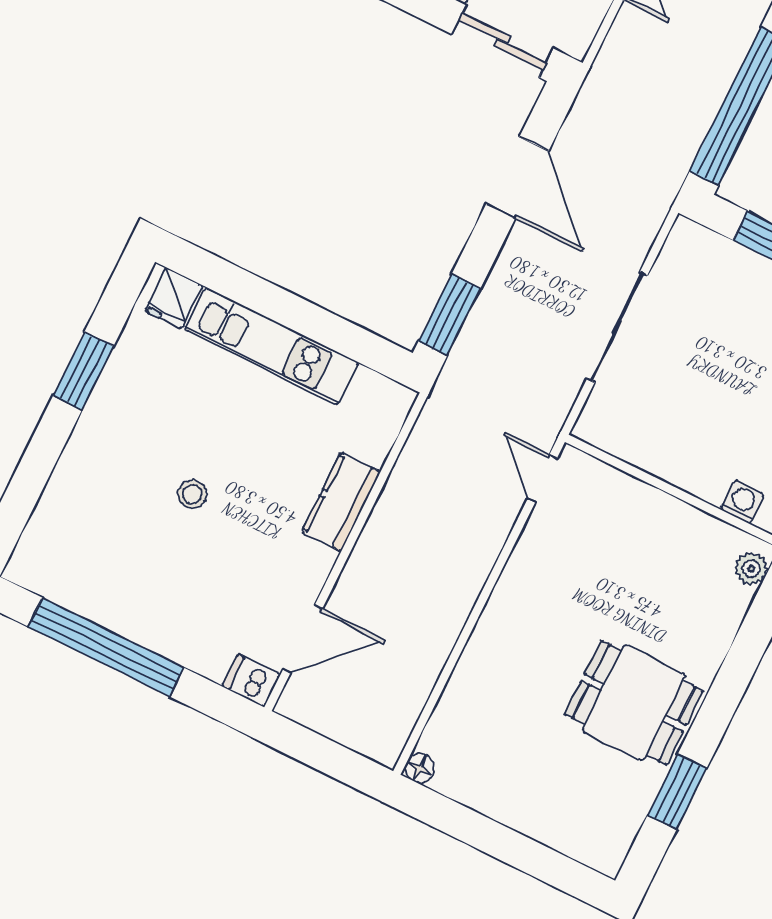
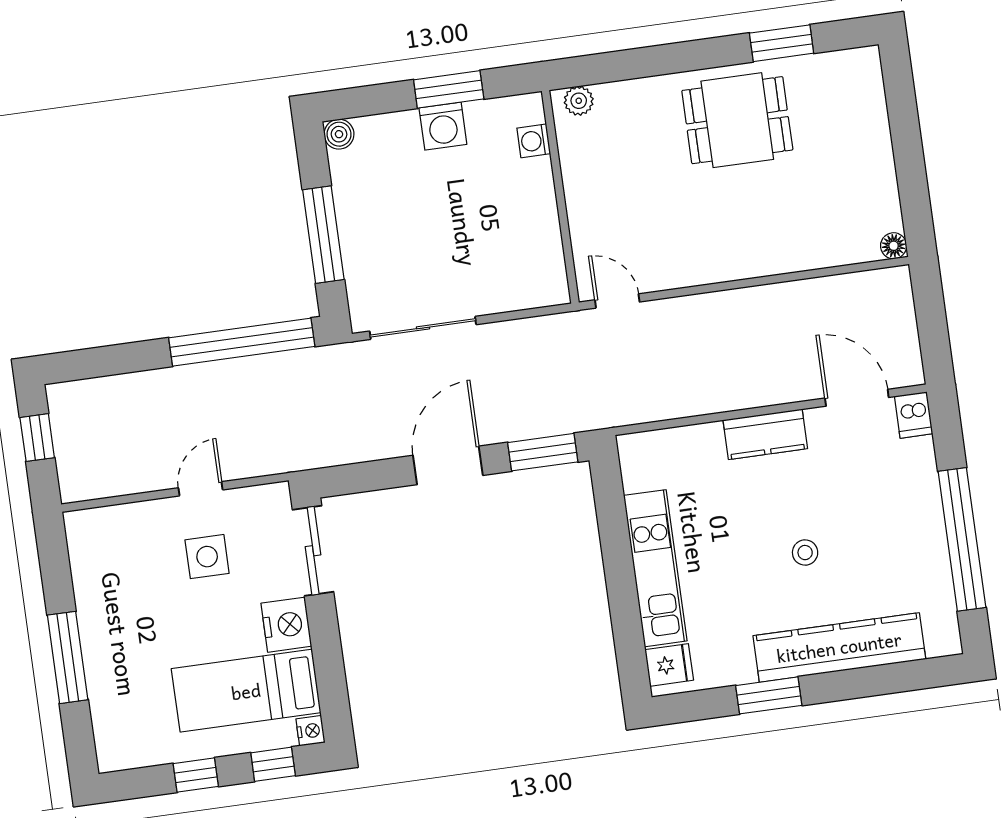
door: (517, 177) -> (448, 465), moved
sliding door: (617, 327) -> (423, 328), moved
kitchen counter: (83, 466) -> (839, 647), added
door: (542, 479) -> (617, 301), swing flipped
kitchen counter: (341, 502) -> (765, 434), moved
dining table: (634, 703) -> (737, 120), turned 90

